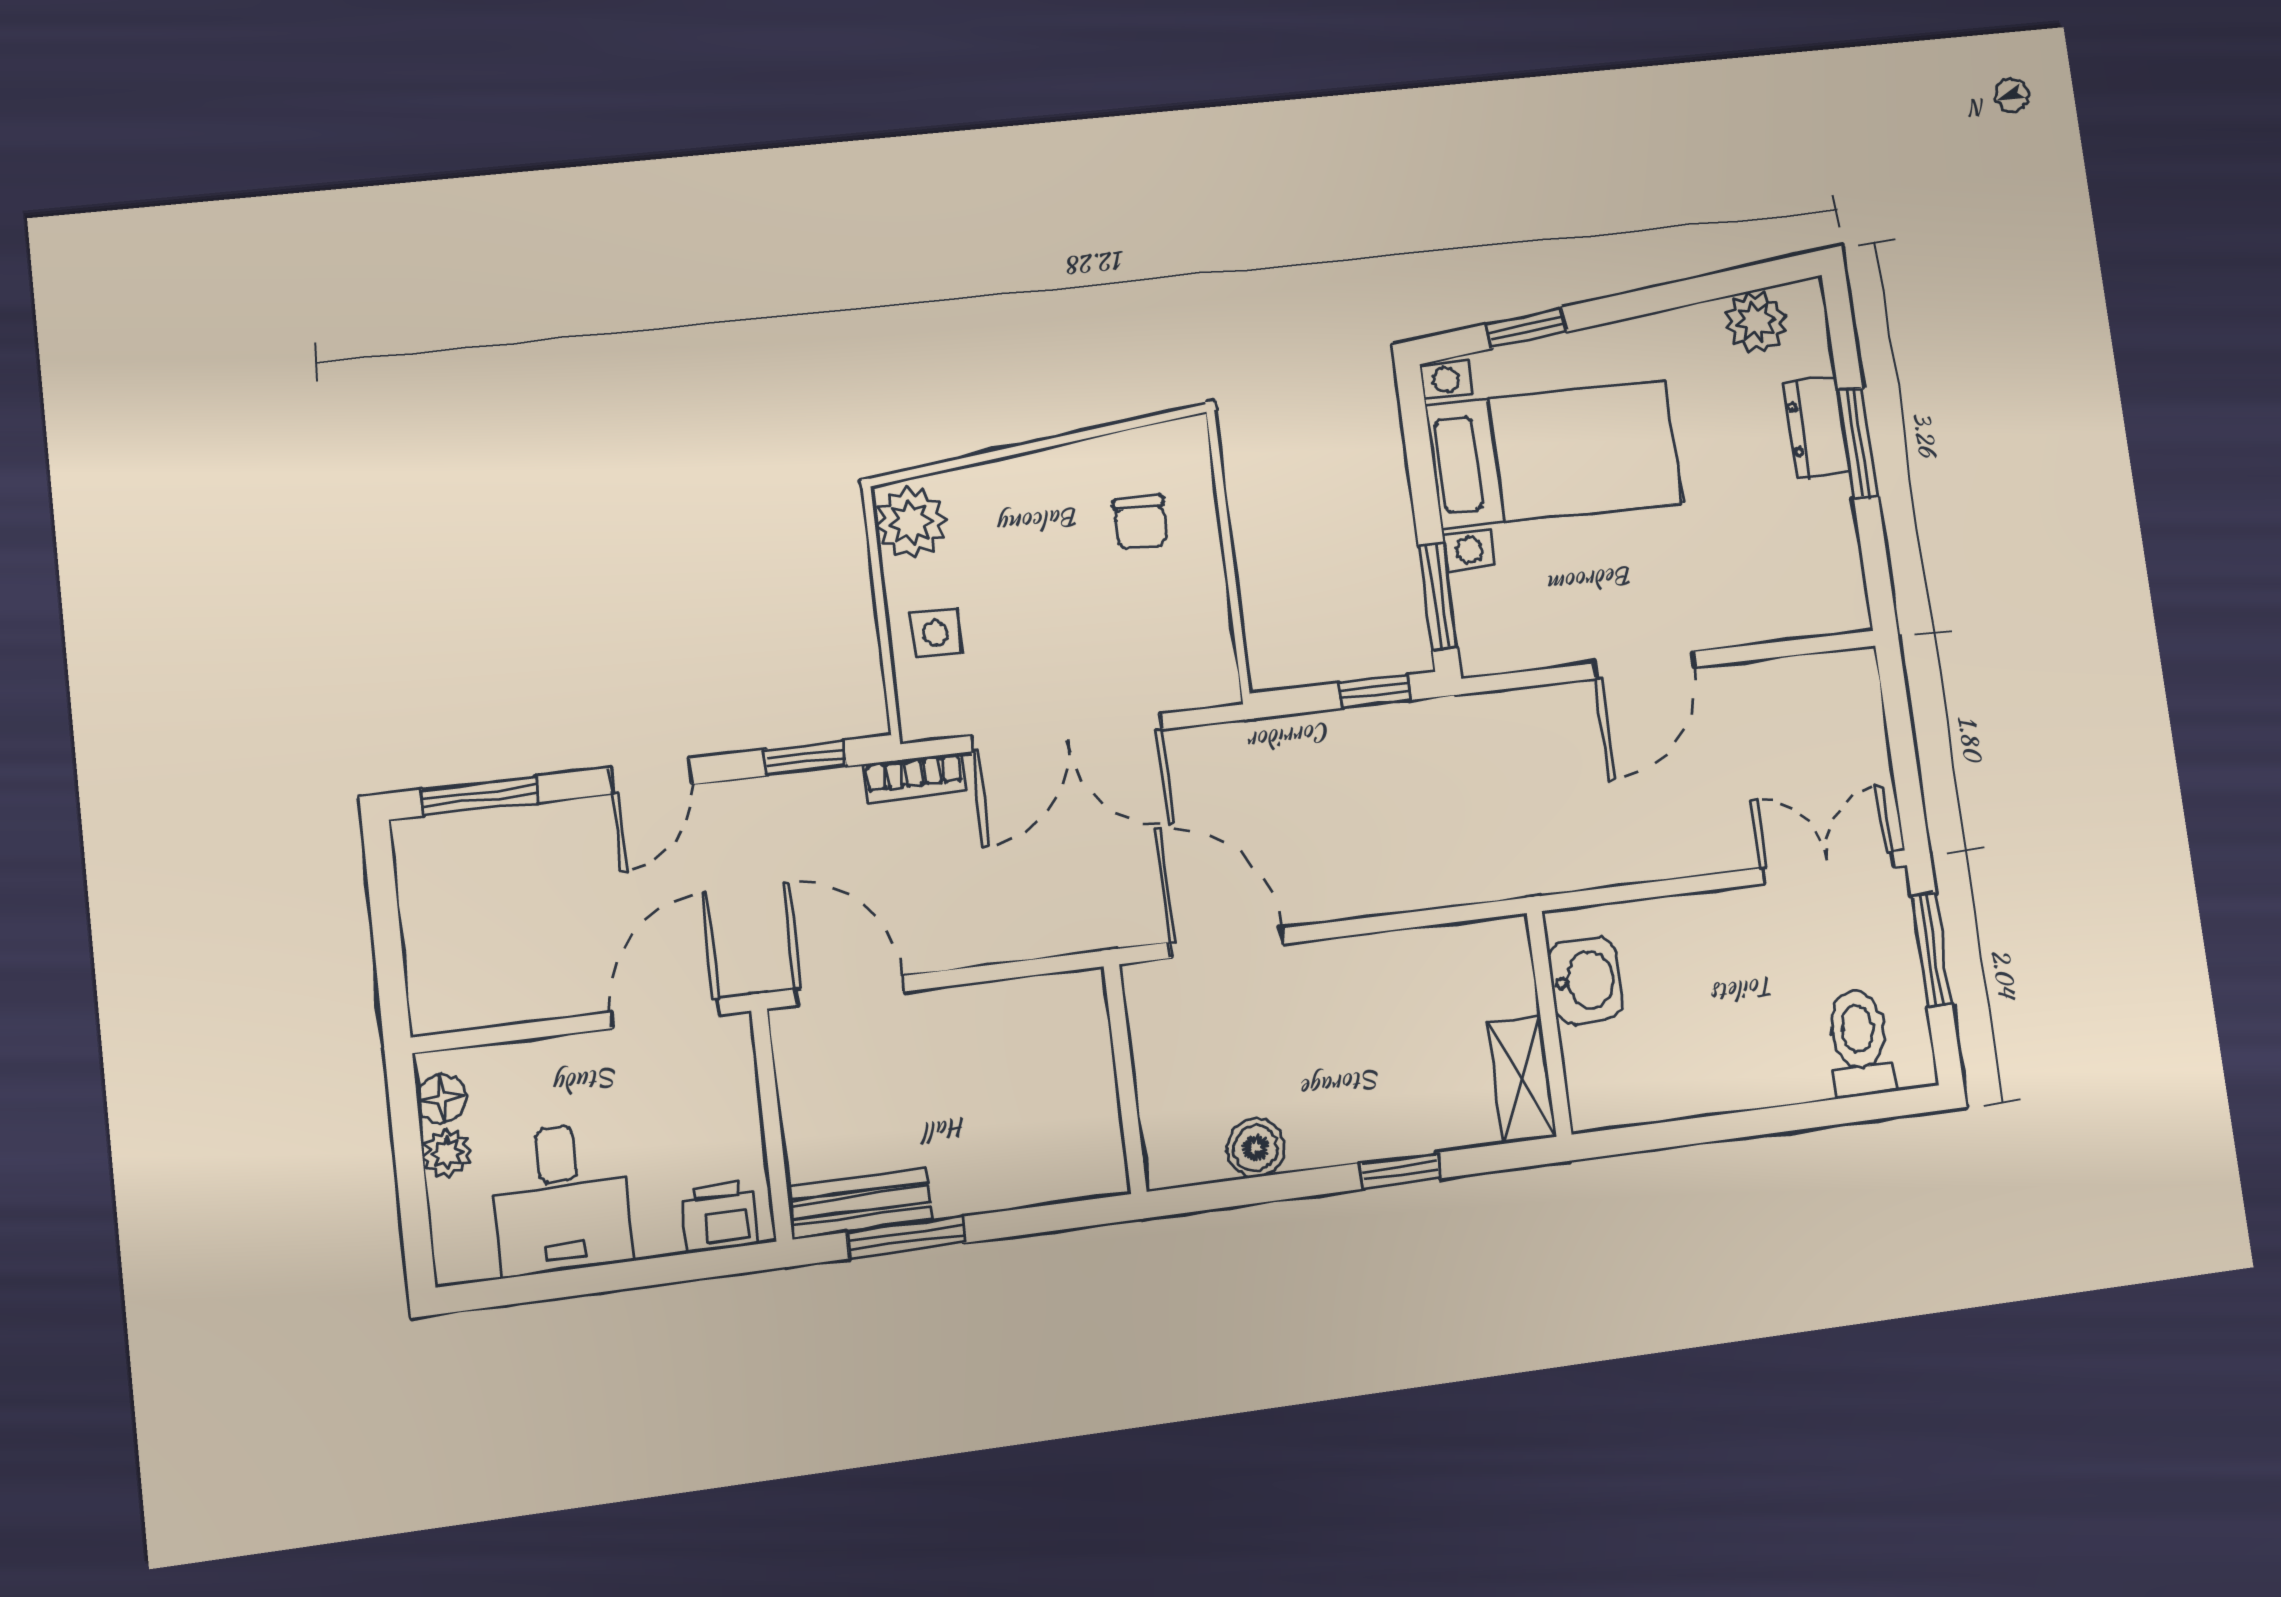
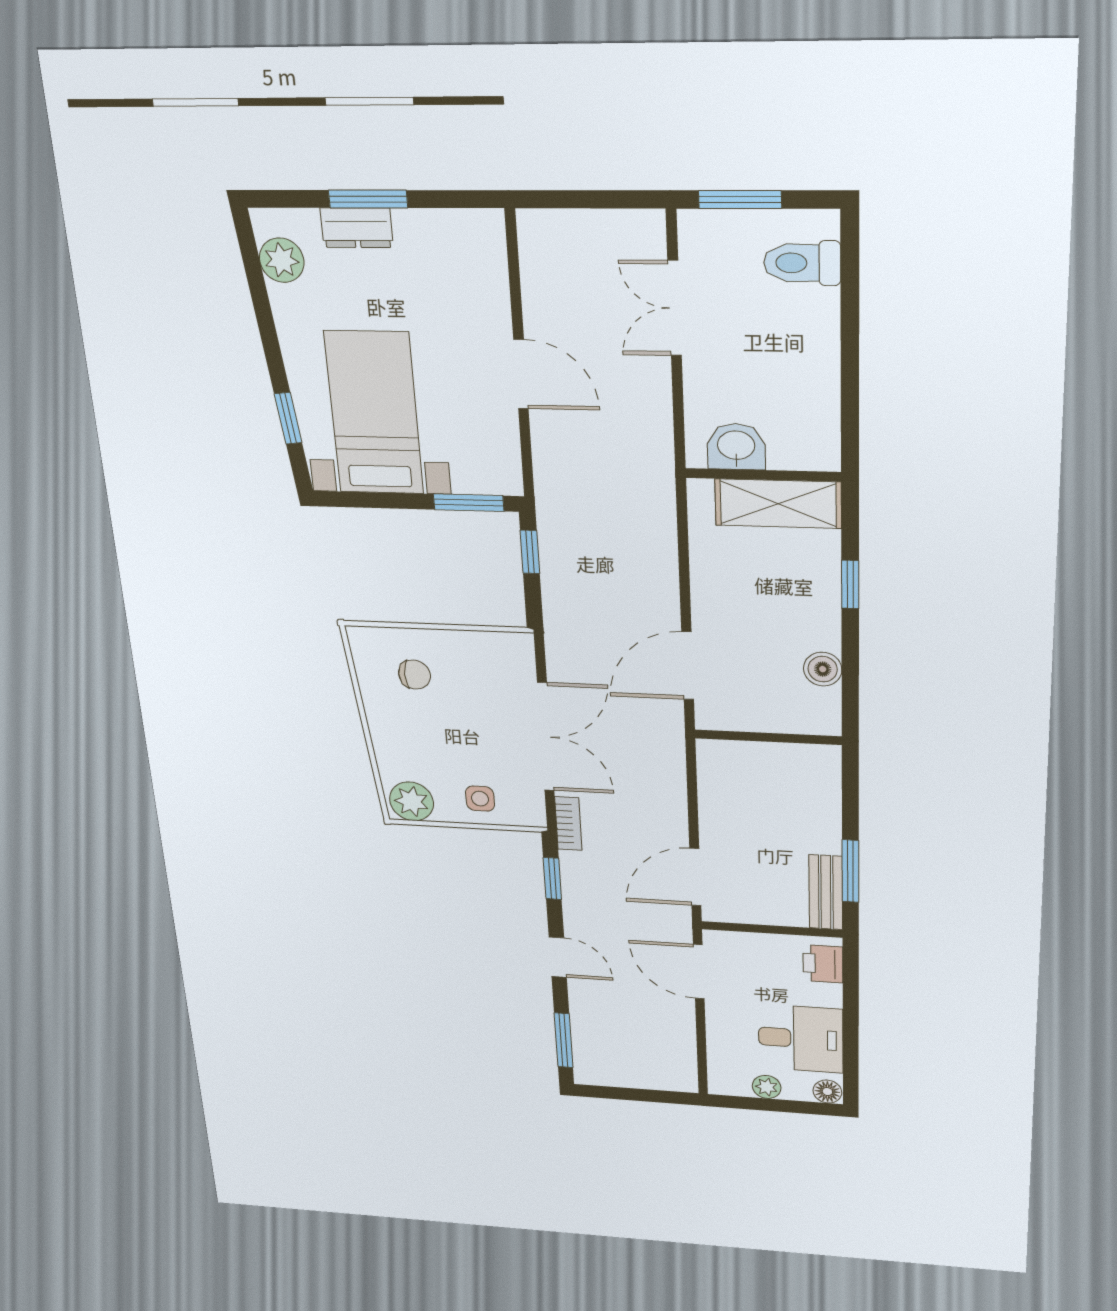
double door: (1828, 868) -> (675, 308), moved
shelving: (1522, 1079) -> (778, 504), width x1.50, depth x1.33
floor lamp: (441, 1099) -> (827, 1092), moved

